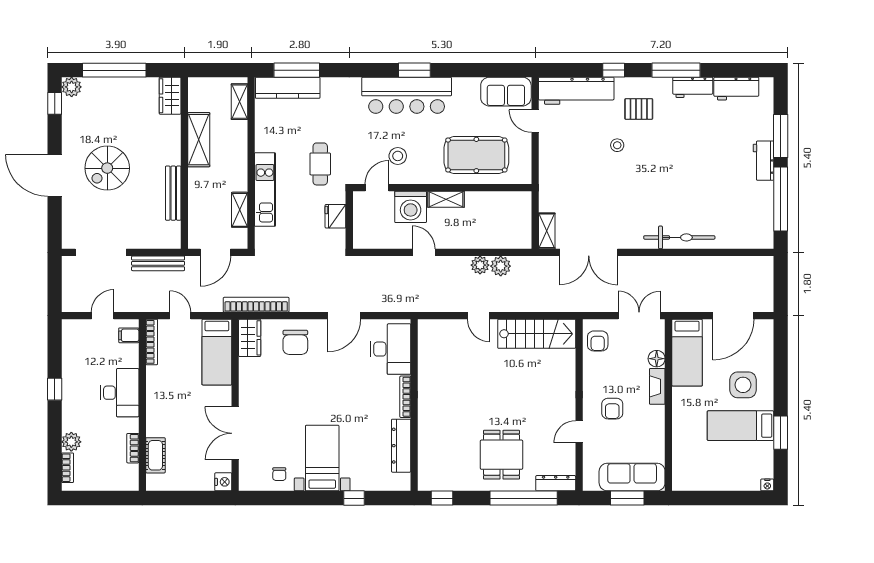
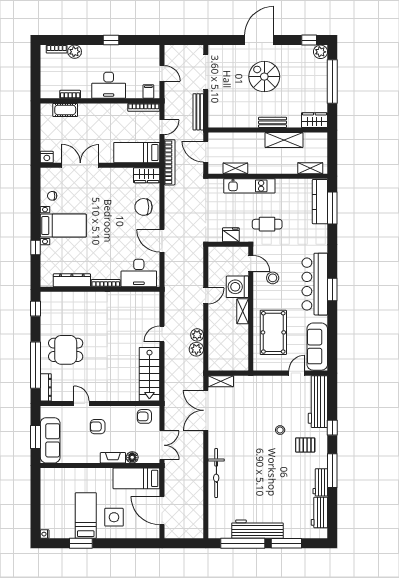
sofa: (506, 92) -> (317, 347), width x1.36
pallet: (639, 109) -> (305, 445), turned 90
workbench: (764, 161) -> (257, 529), width x1.88, depth x1.32
bench: (173, 193) -> (273, 122), moved, width x0.73
bookcase: (256, 305) -> (170, 162), moved

